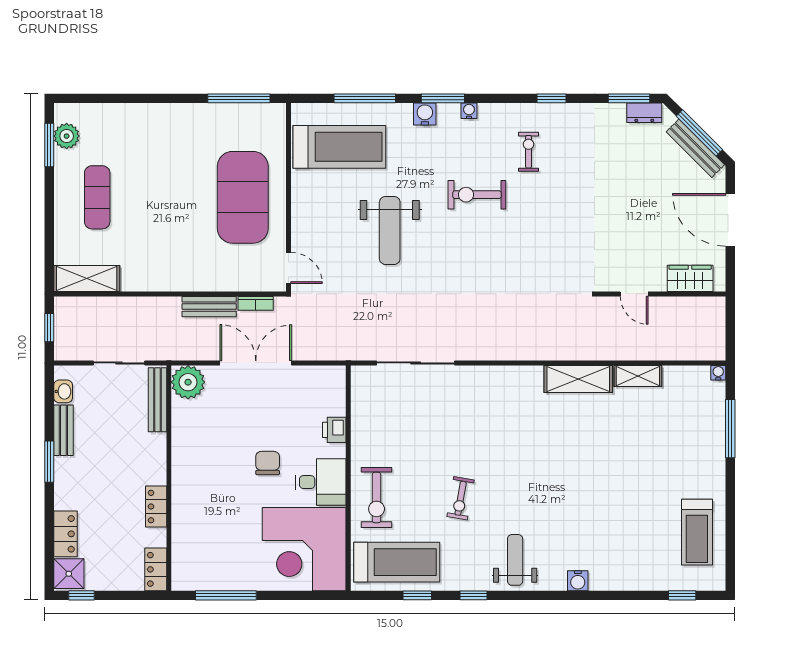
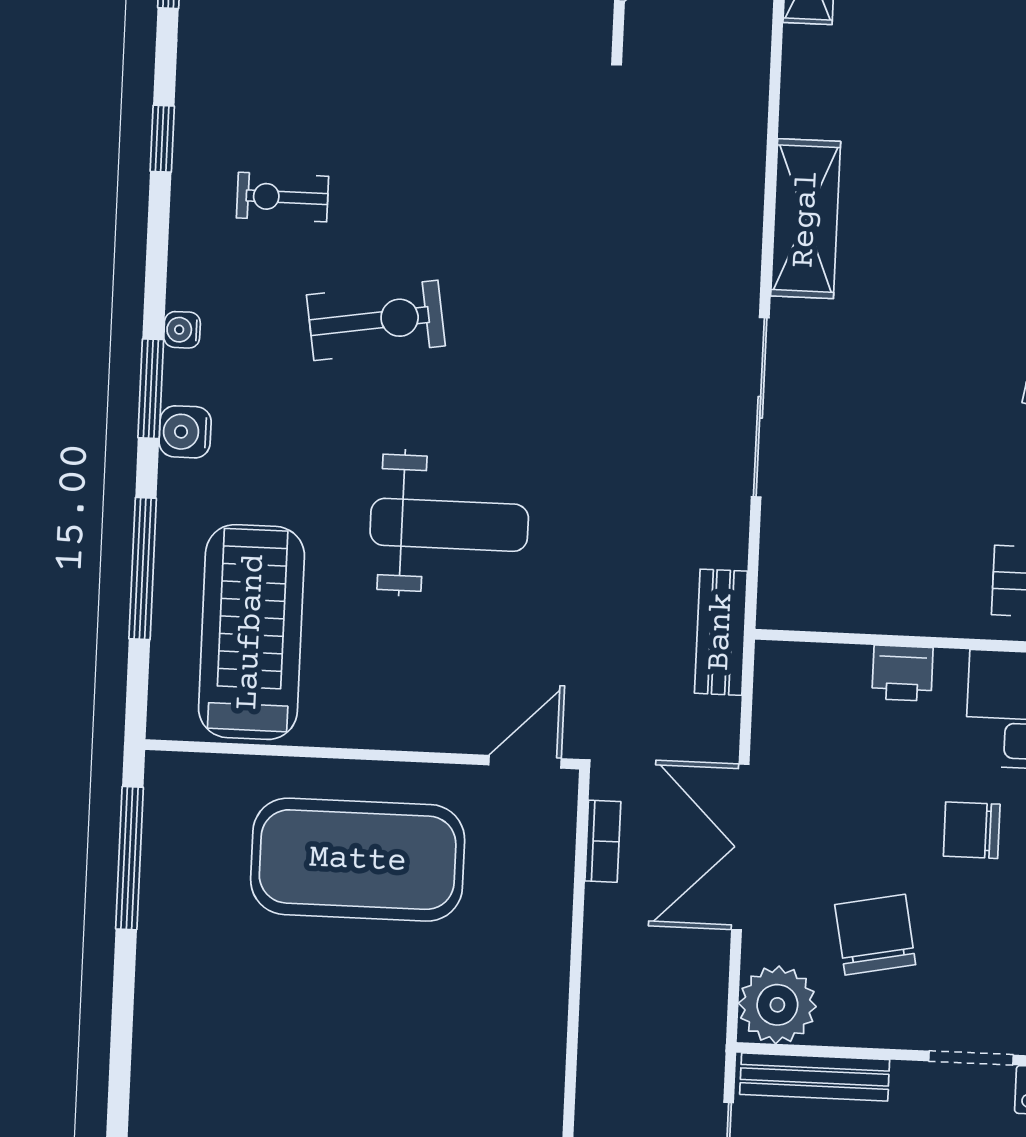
exercise bike: (477, 195) -> (376, 320), turned -99
bench: (209, 307) -> (721, 632), moved
sliding door: (416, 363) -> (760, 407), moved
shelving: (578, 379) -> (806, 219), moved
chair: (220, 423) -> (875, 935), added
doorway: (169, 467) -> (971, 1058), added

